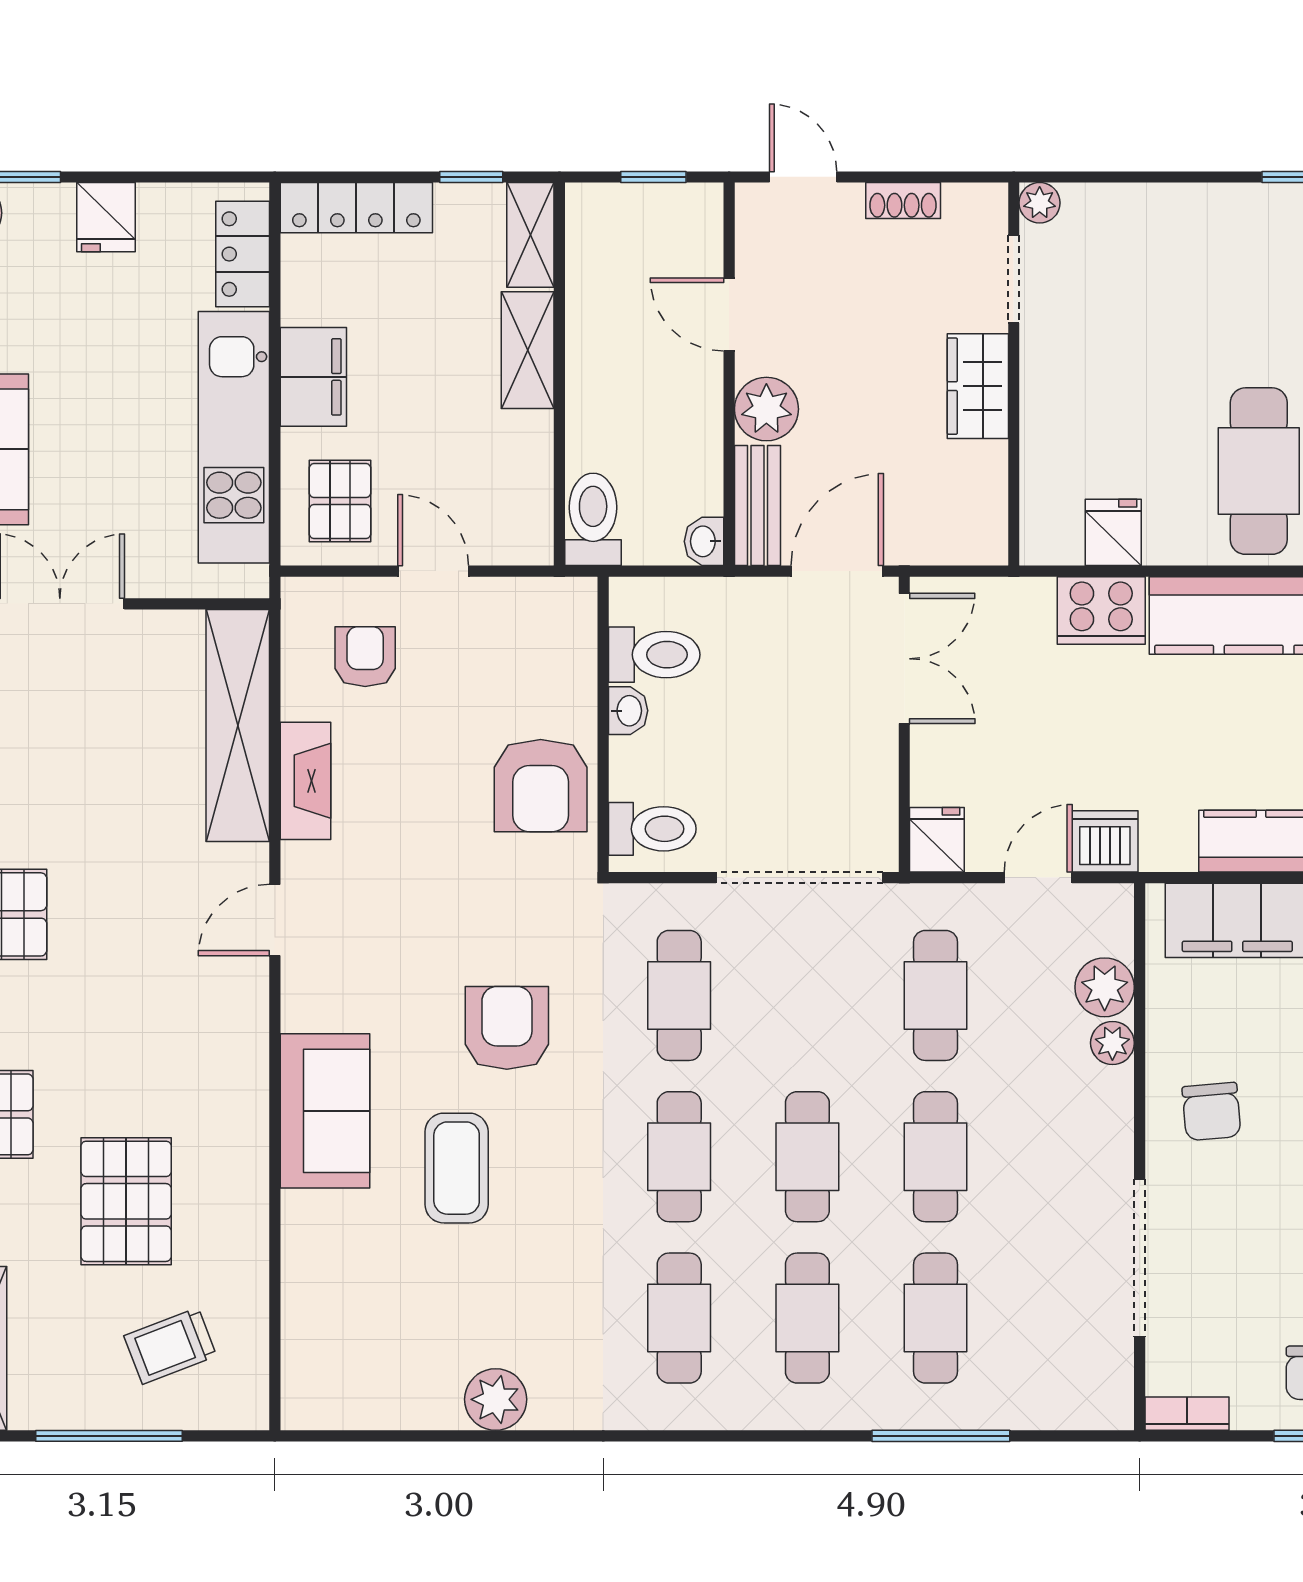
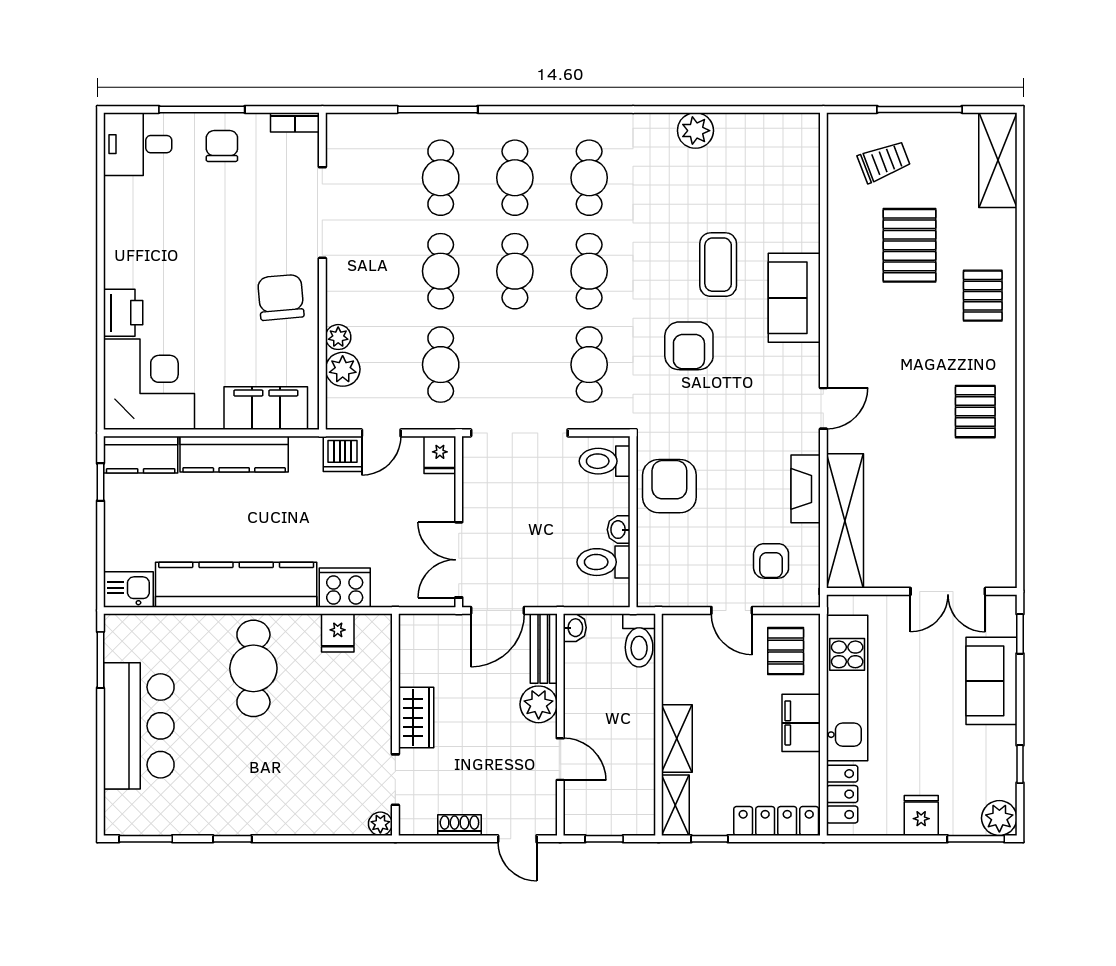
chair: (1211, 1112) -> (281, 297), width x1.37, depth x1.37

